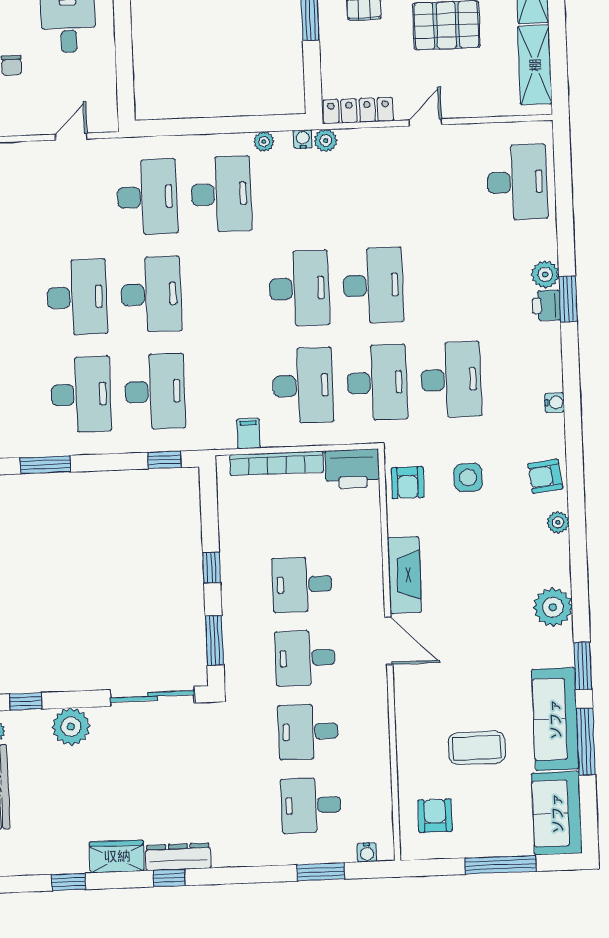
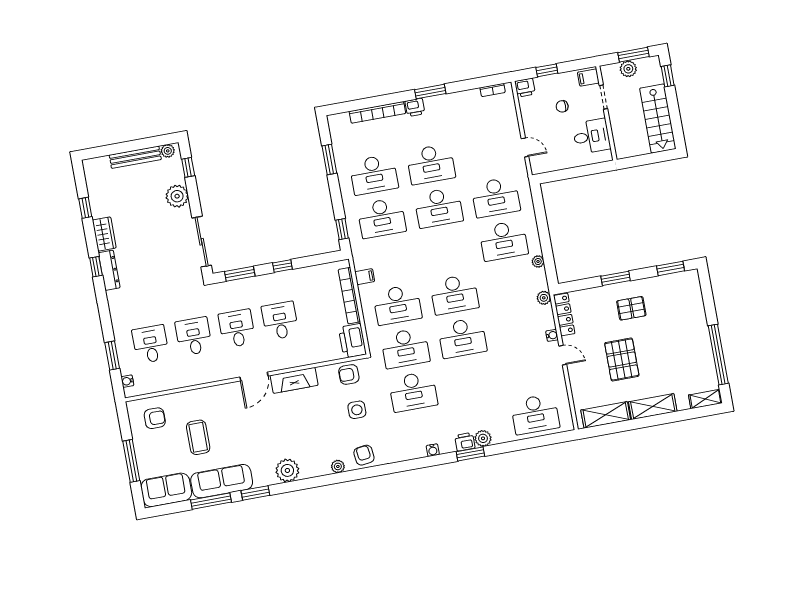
water cooler: (303, 139) -> (552, 335), moved
water cooler: (555, 402) -> (433, 450), moved

